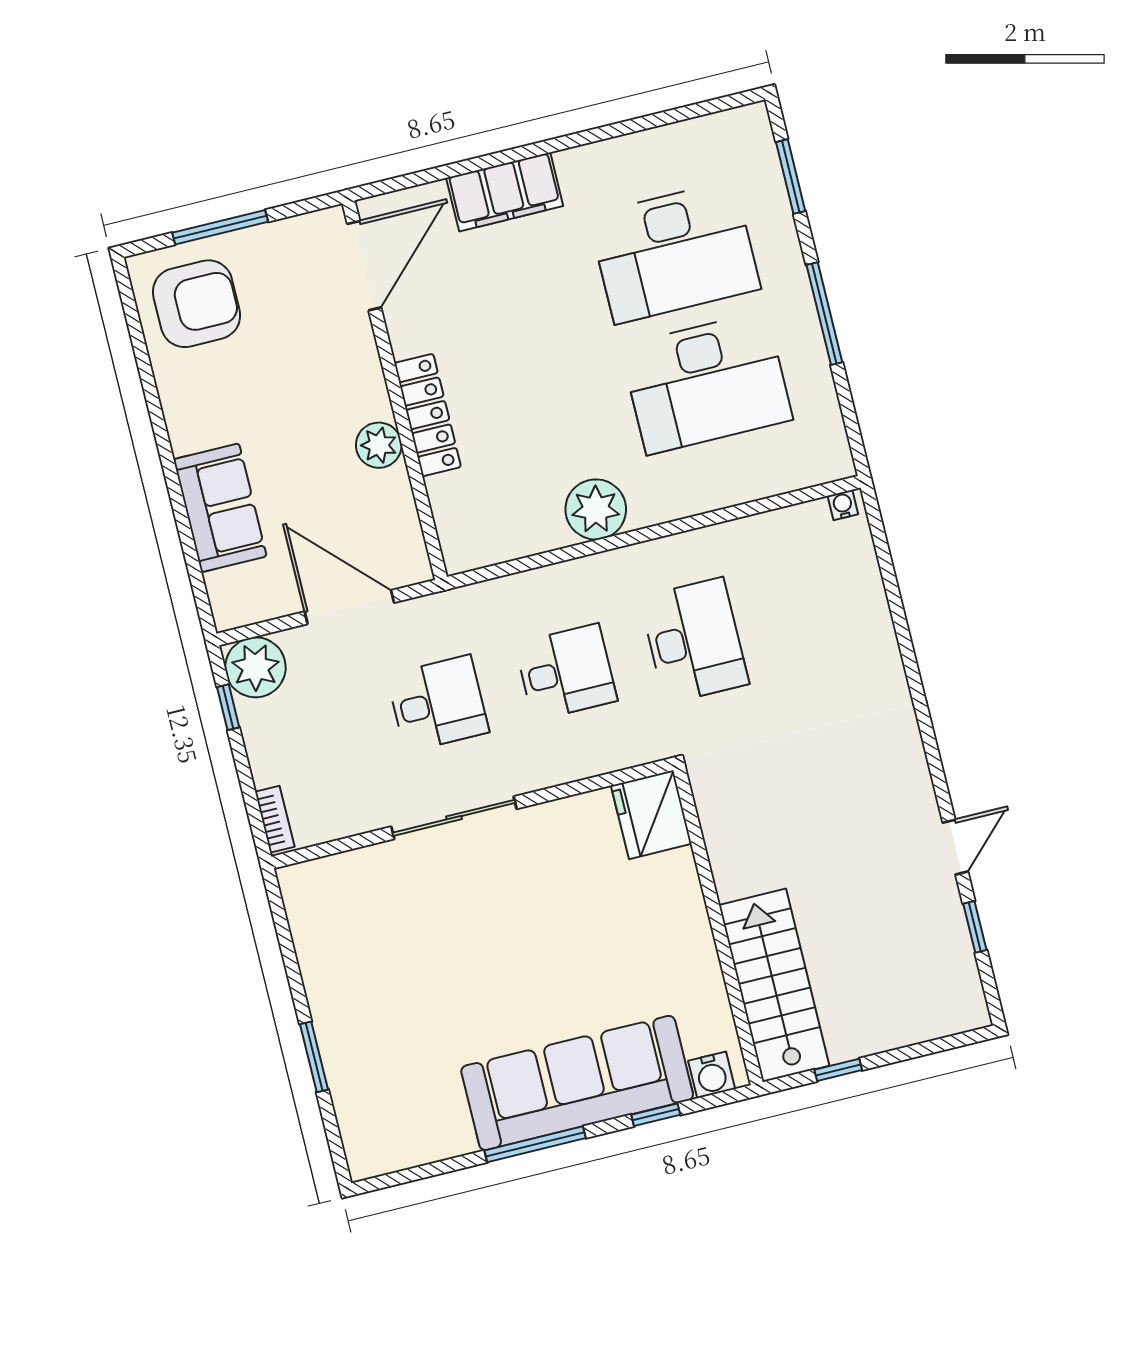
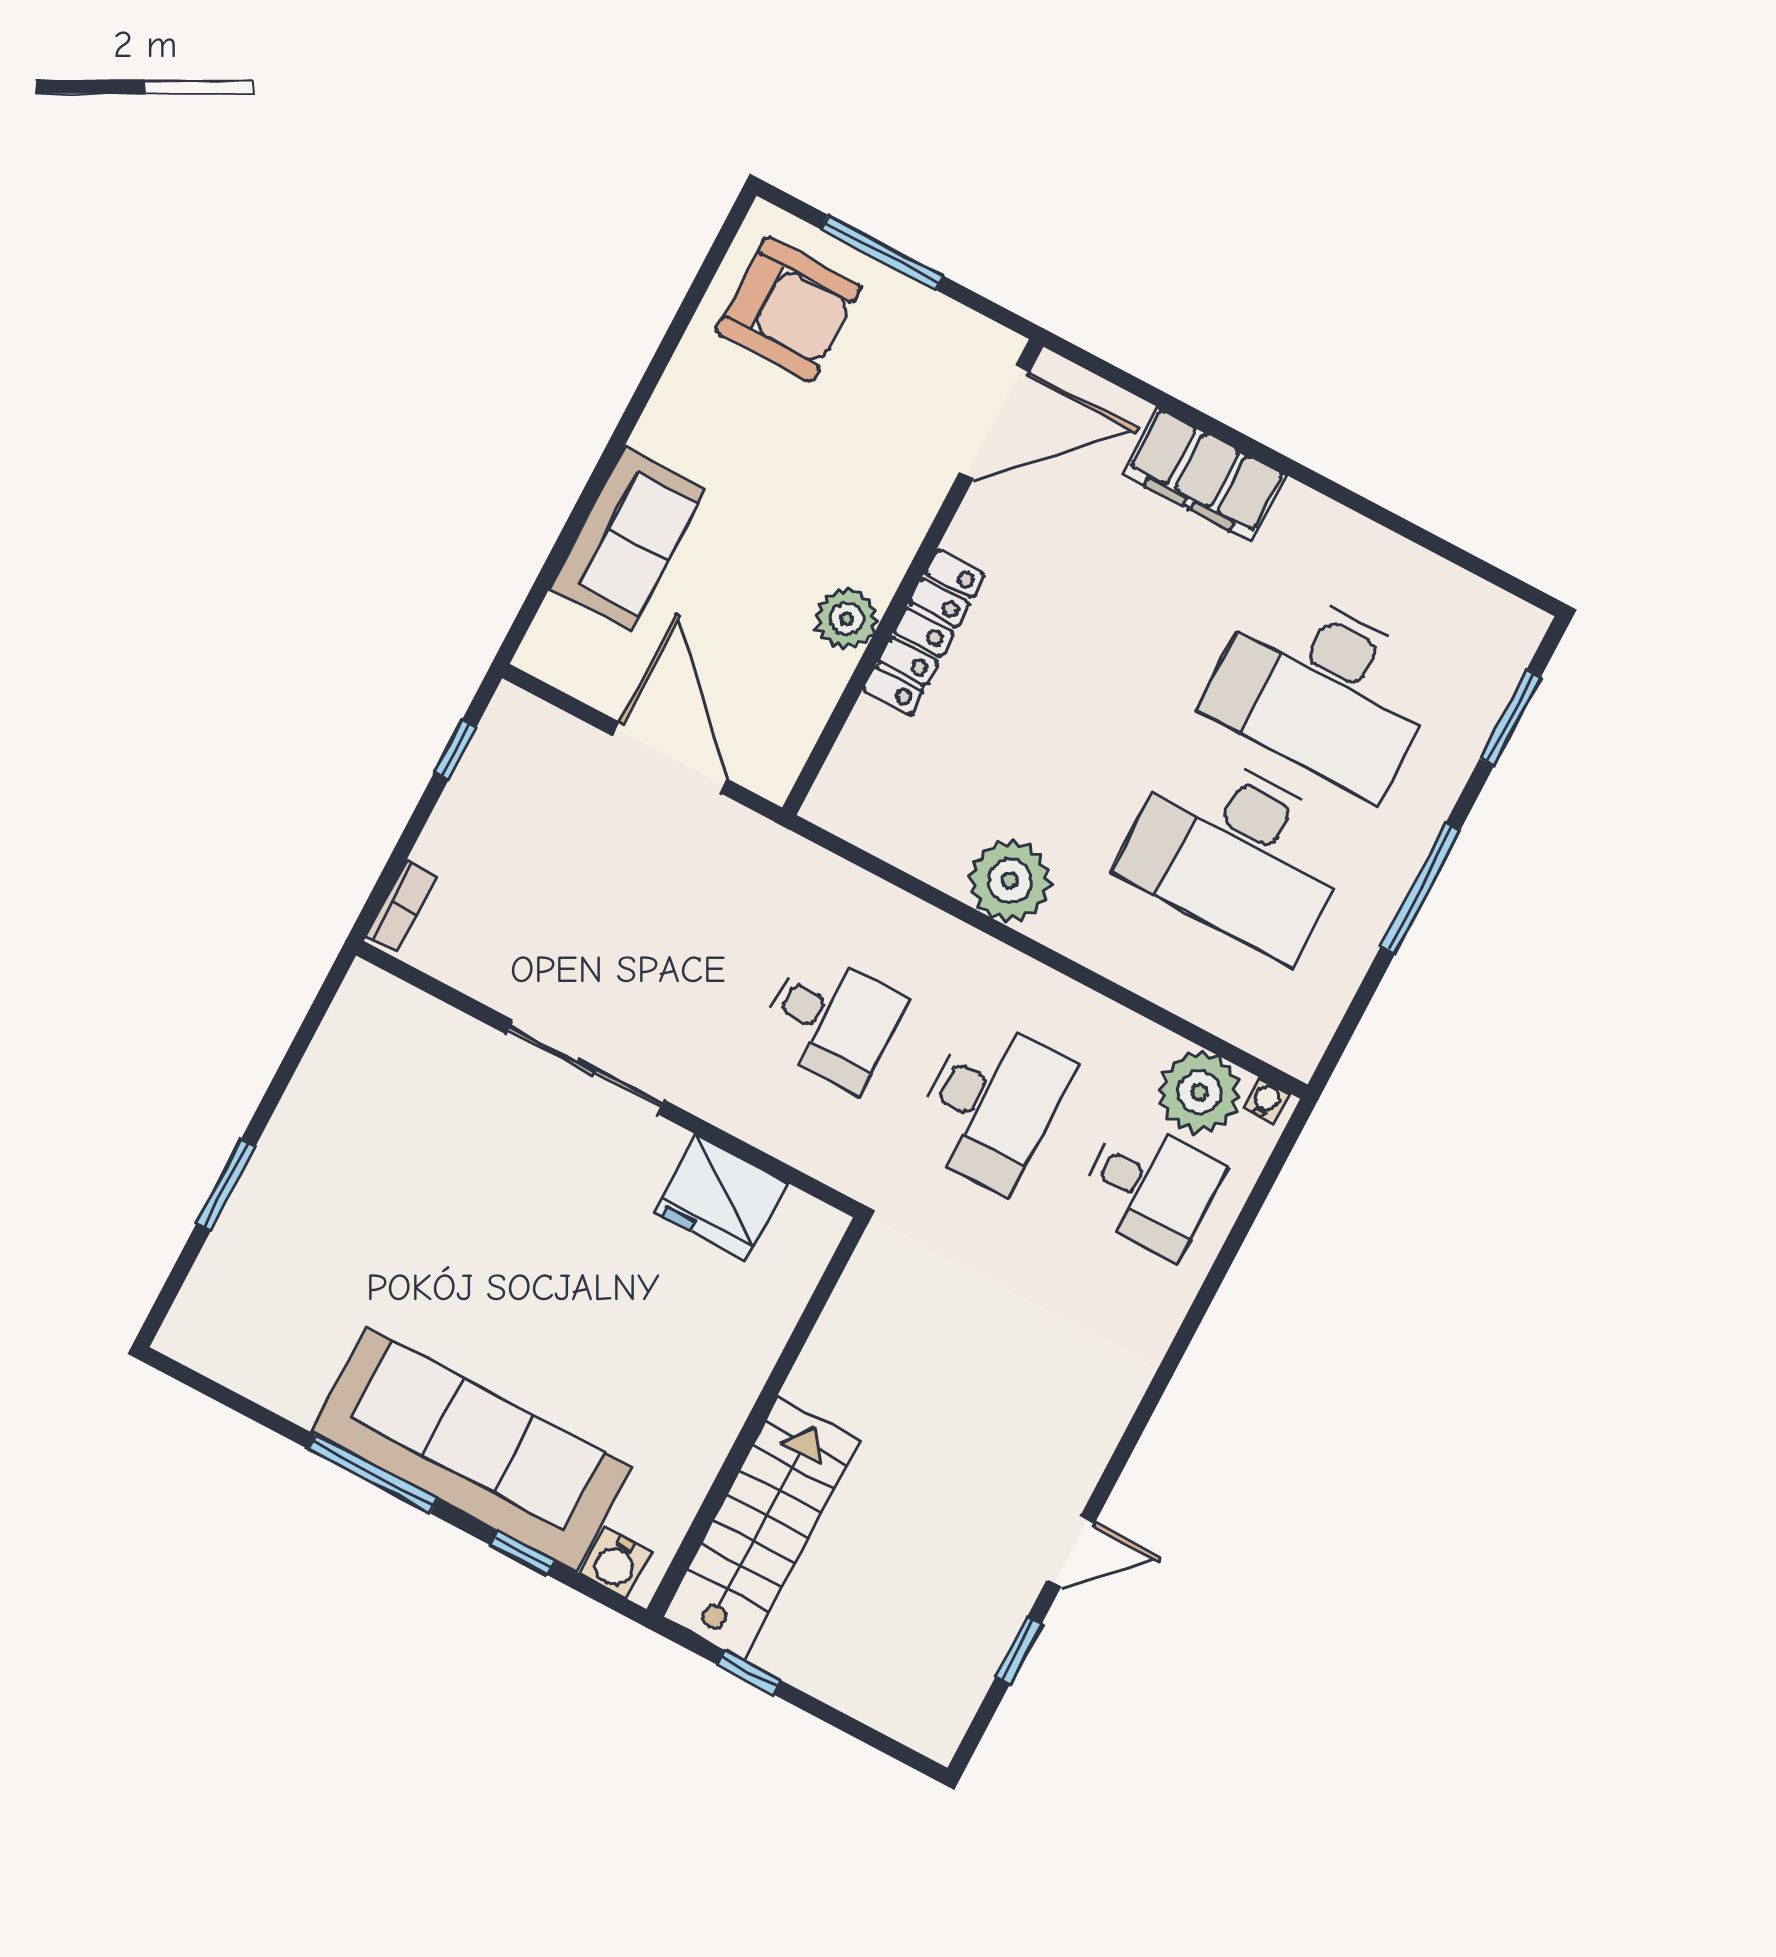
plant: (255, 667) -> (1199, 1092), moved
desk: (438, 704) -> (1150, 1188), moved
fridge: (651, 815) -> (721, 1198), moved, turned -90

